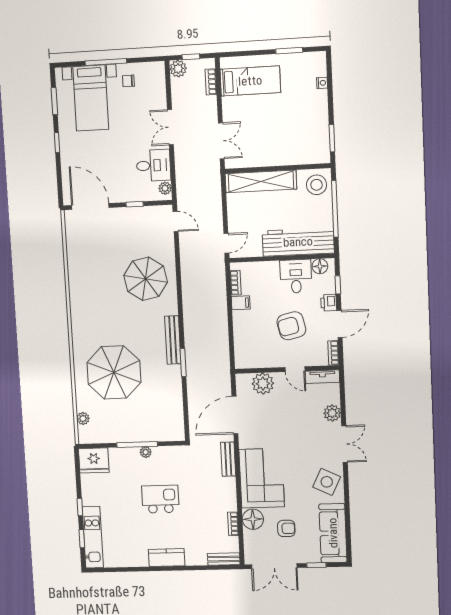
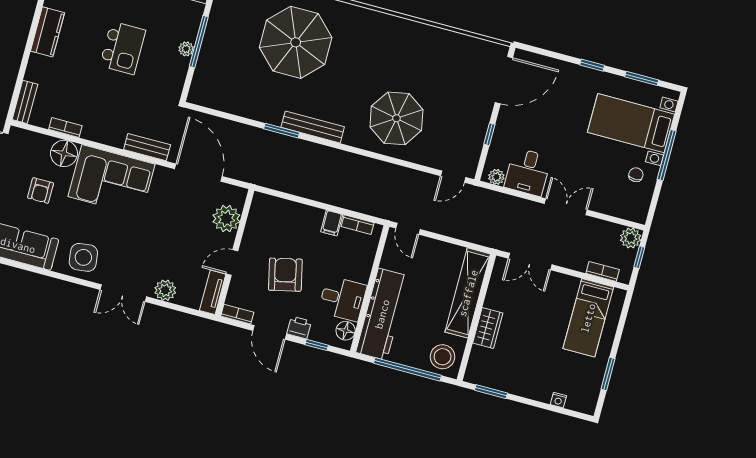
wardrobe: (283, 157) -> (488, 328), added
side table: (327, 482) -> (83, 257), turned -33

